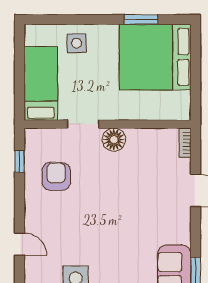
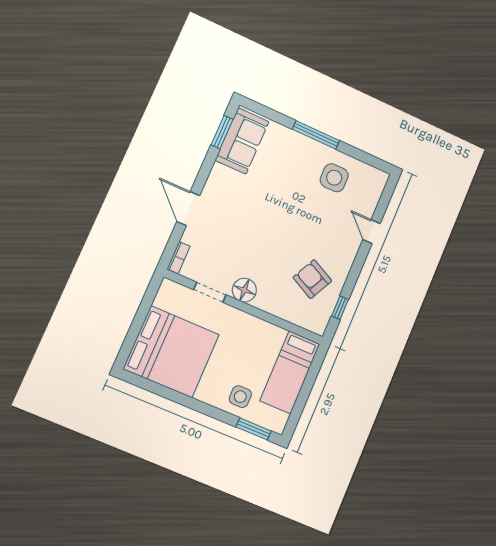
window: (141, 19) -> (254, 429), moved
doorway: (83, 124) -> (210, 292), moved
armchair: (56, 176) -> (312, 279), turned 117

